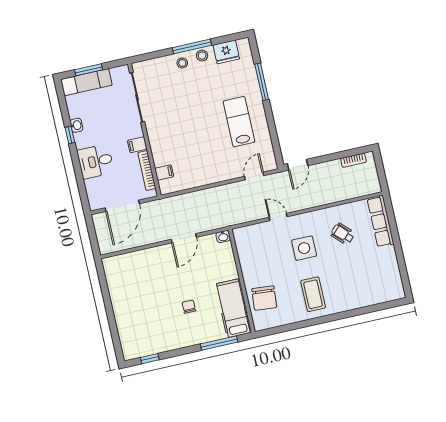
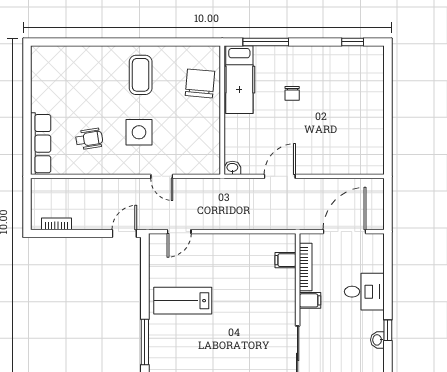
lab bench: (239, 122) -> (183, 301), turned 90
wheelchair: (343, 234) -> (89, 139), turned -54

